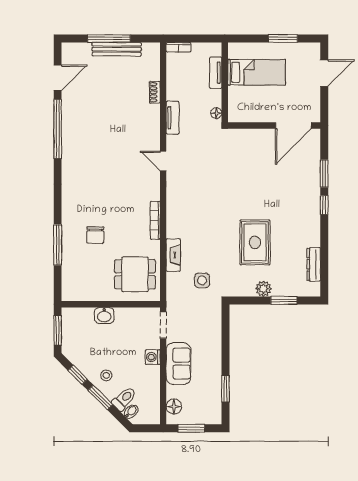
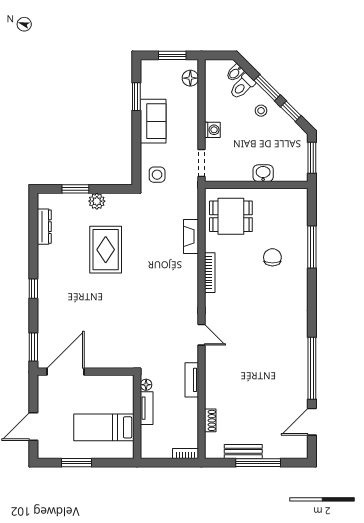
bench: (117, 49) -> (243, 451), width x0.73
tv unit: (216, 73) -> (147, 408), moved
shoe rack: (155, 92) -> (210, 420), moved
window: (324, 174) -> (33, 347), moved
side table: (202, 280) -> (157, 175), moved
sofa: (178, 364) -> (153, 121), moved, turned 180

